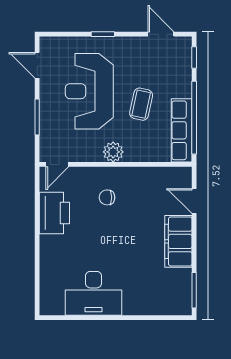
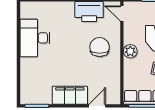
chair: (107, 197) -> (100, 47), width x1.87, depth x1.87

